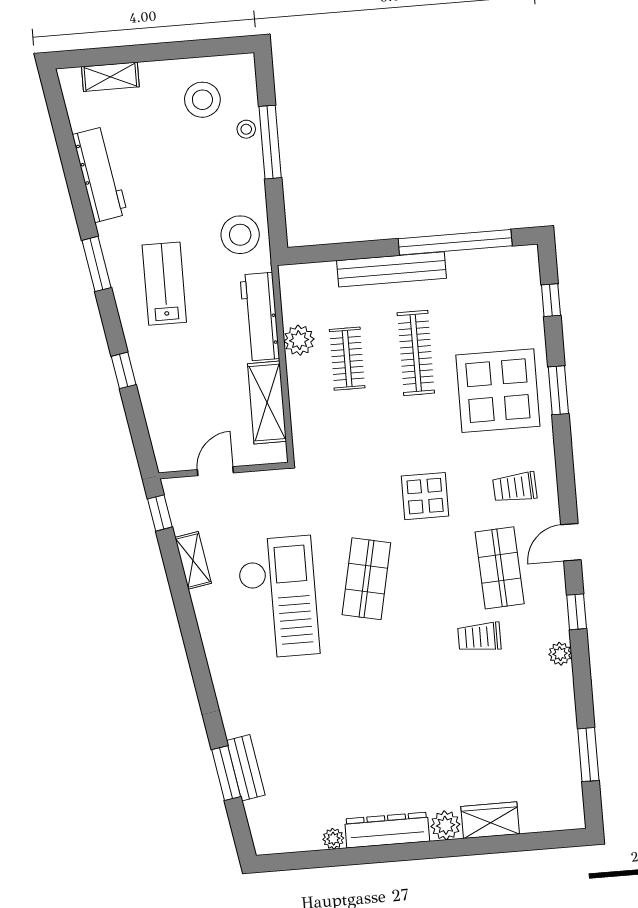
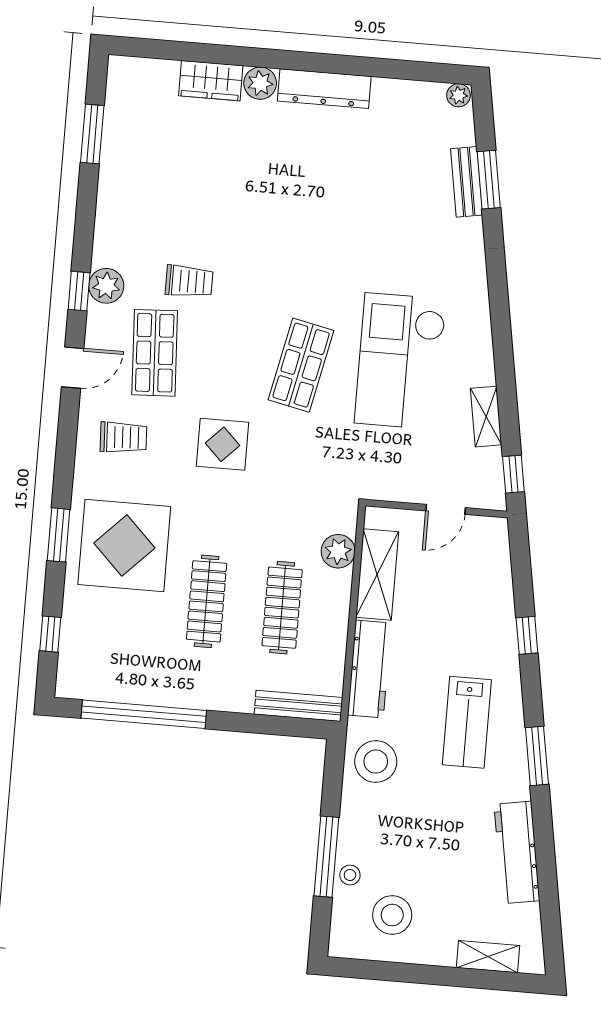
bench: (392, 269) -> (299, 706), moved, width x0.73, depth x0.82
plant: (299, 340) -> (338, 551), moved
clothes rail: (347, 359) -> (282, 608), width x1.36
plant: (560, 654) -> (106, 286), moved, width x1.38, depth x1.38
plant: (333, 839) -> (458, 95), moved

